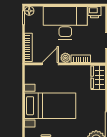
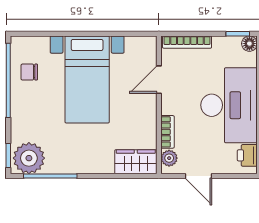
plant: (65, 58) -> (169, 158), moved
door: (50, 64) -> (159, 80), swing flipped

